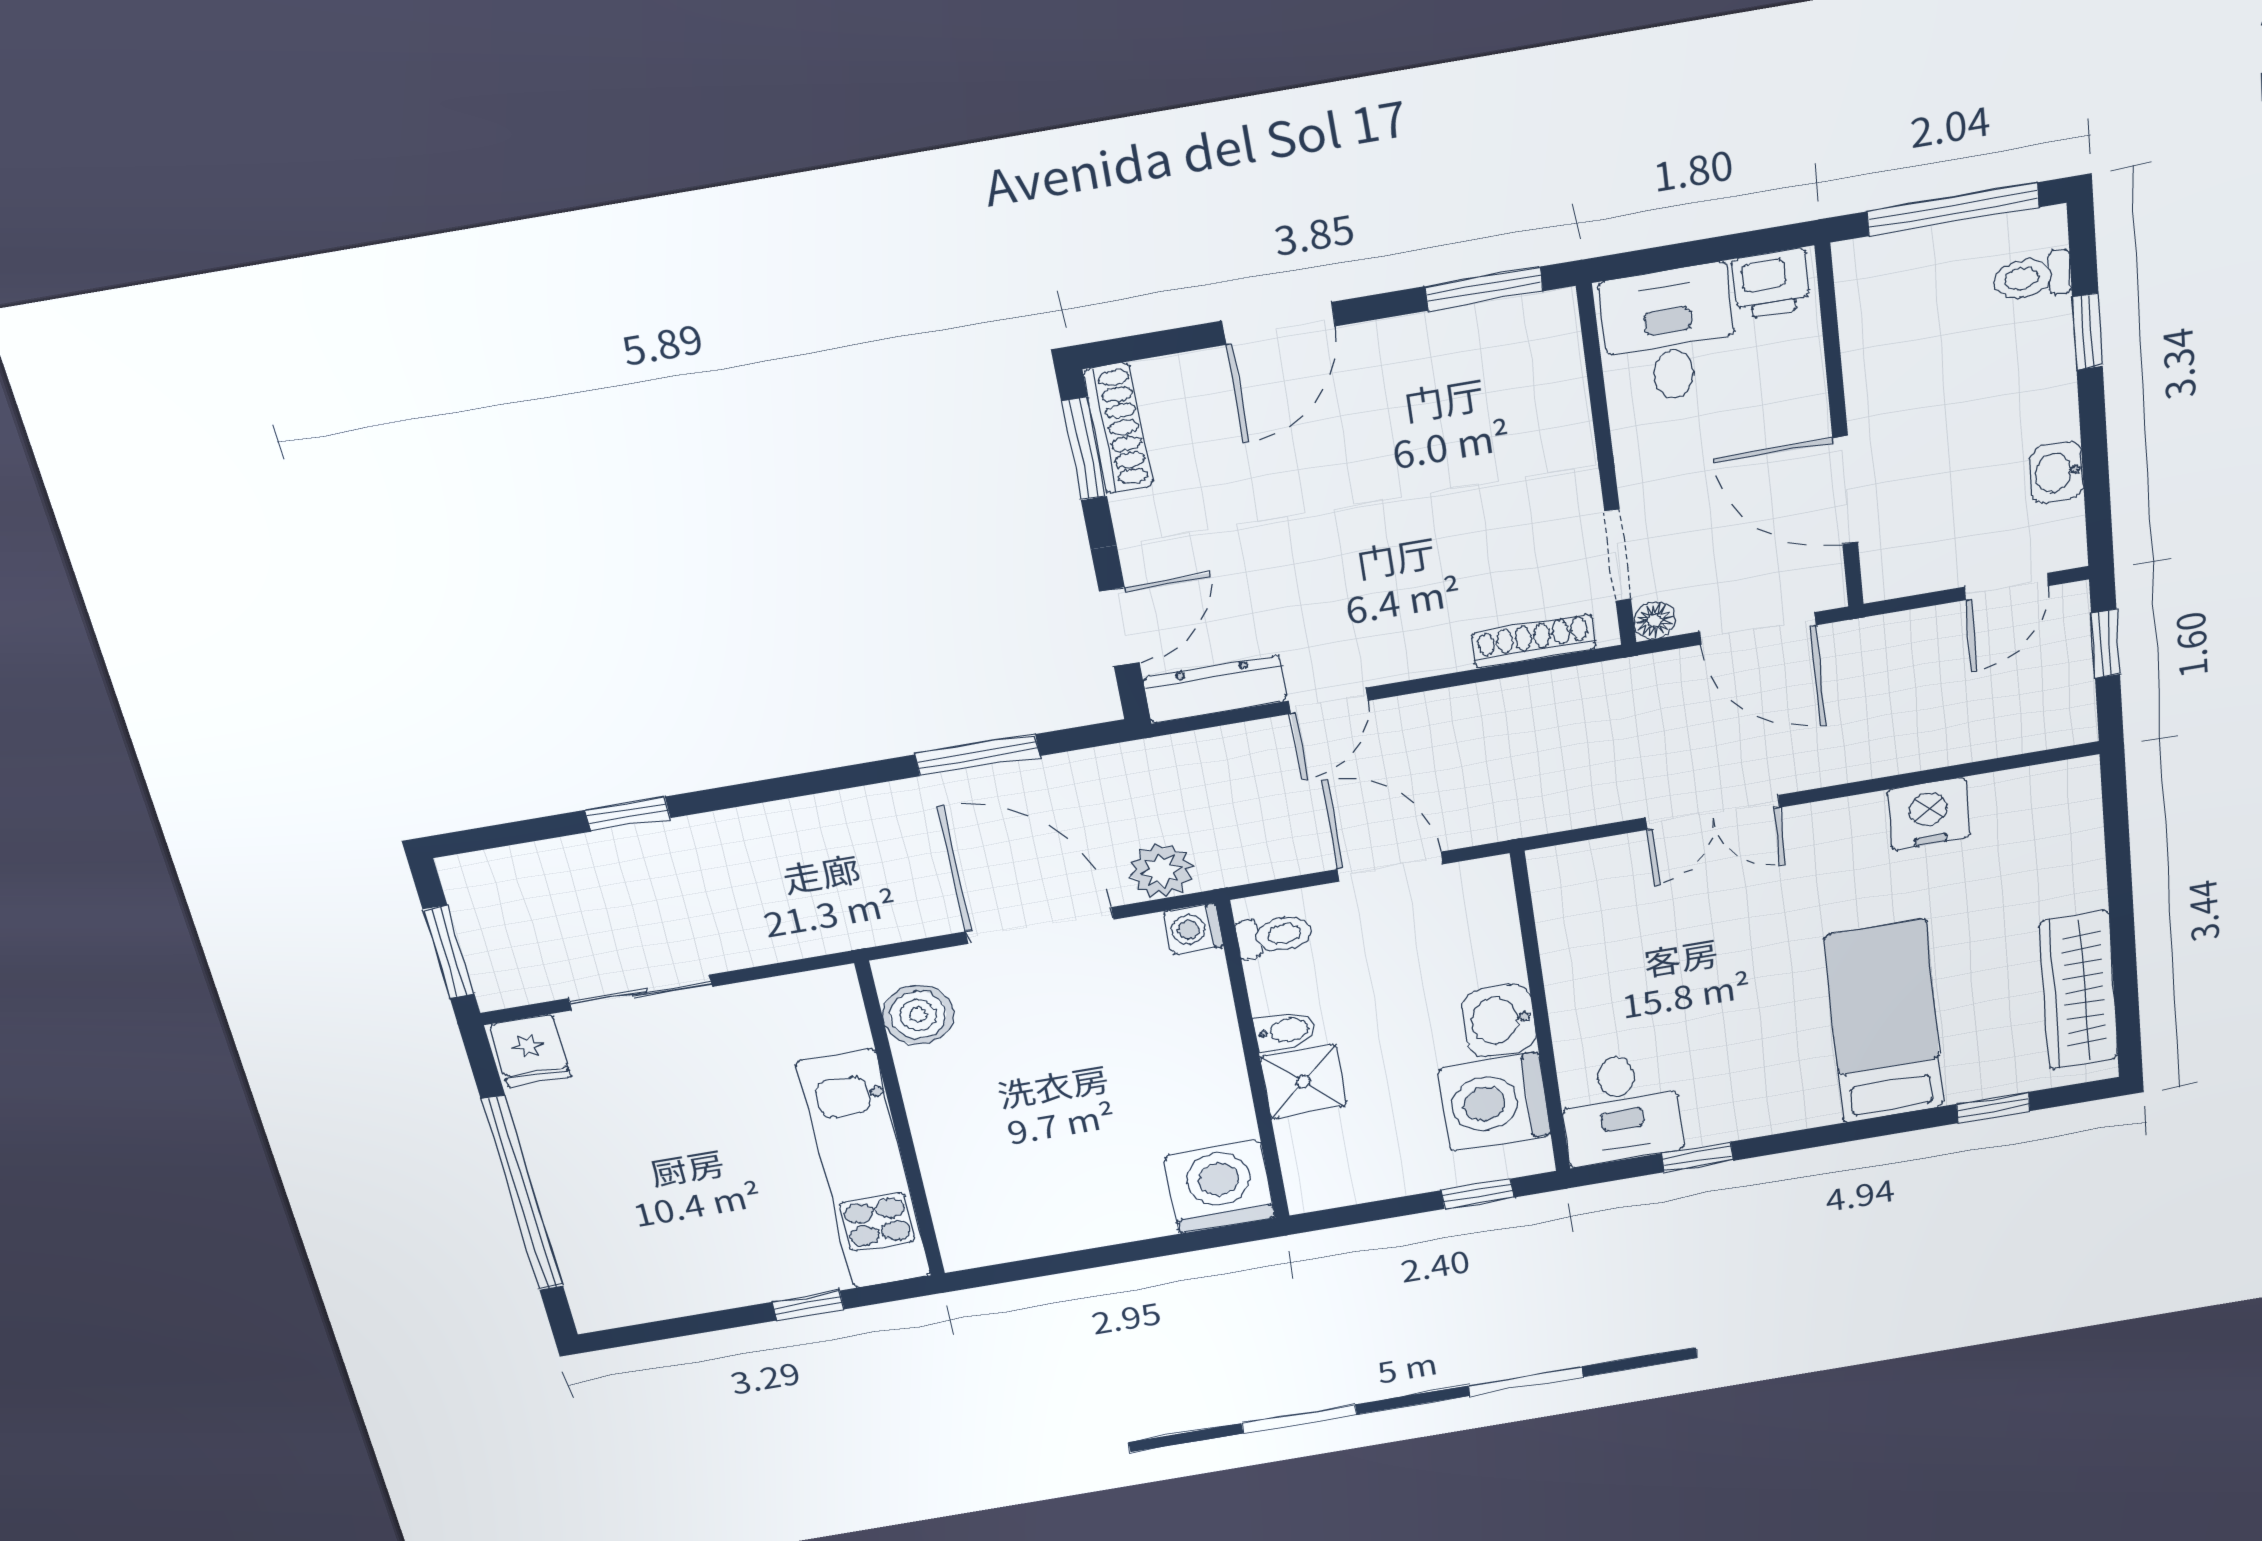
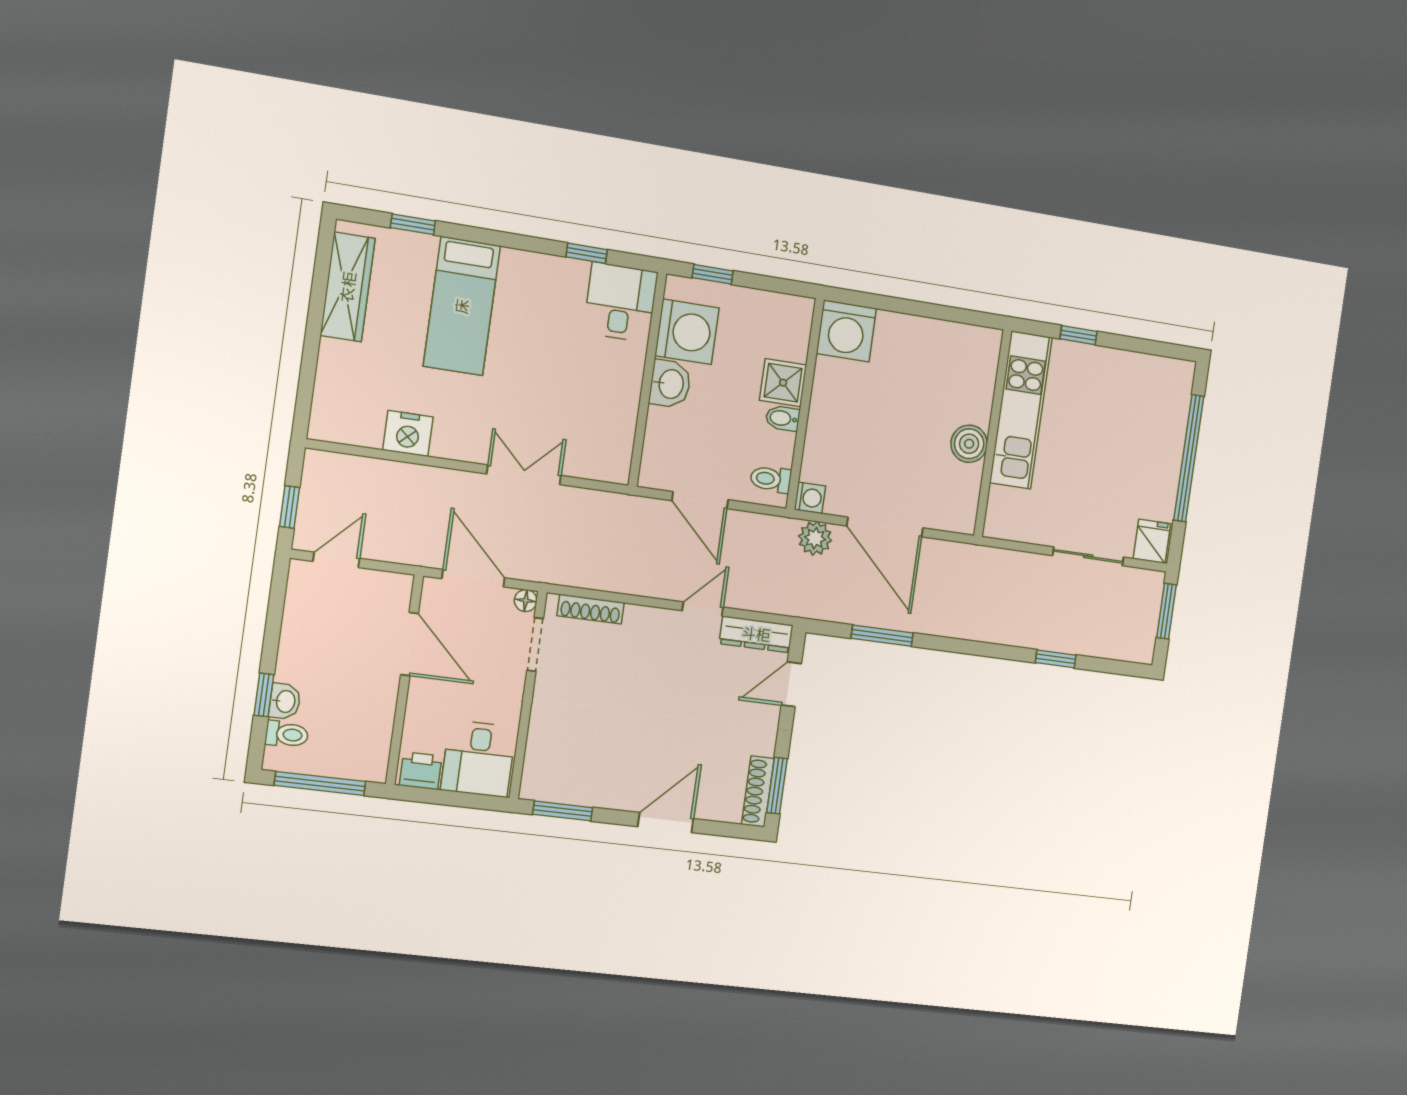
washbasin: (2057, 472) -> (285, 701), moved
boiler: (918, 1015) -> (969, 444), moved

